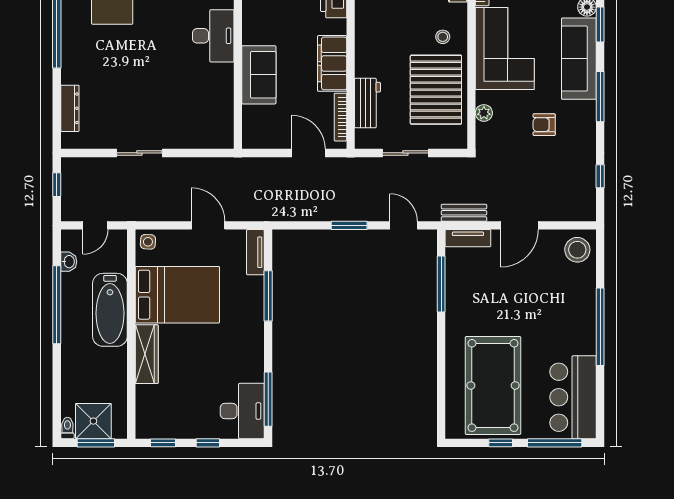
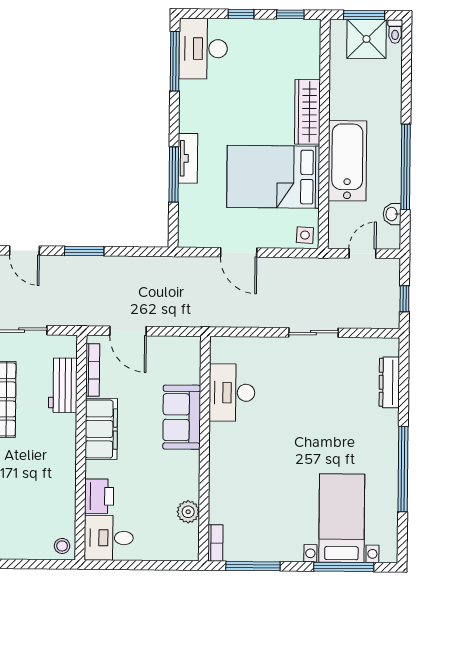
desk: (213, 36) -> (232, 393), moved
tv unit: (255, 252) -> (188, 158), moved

